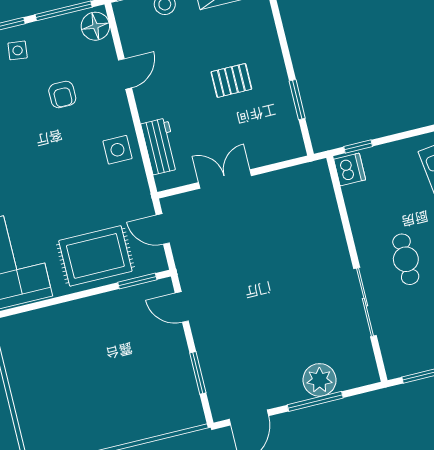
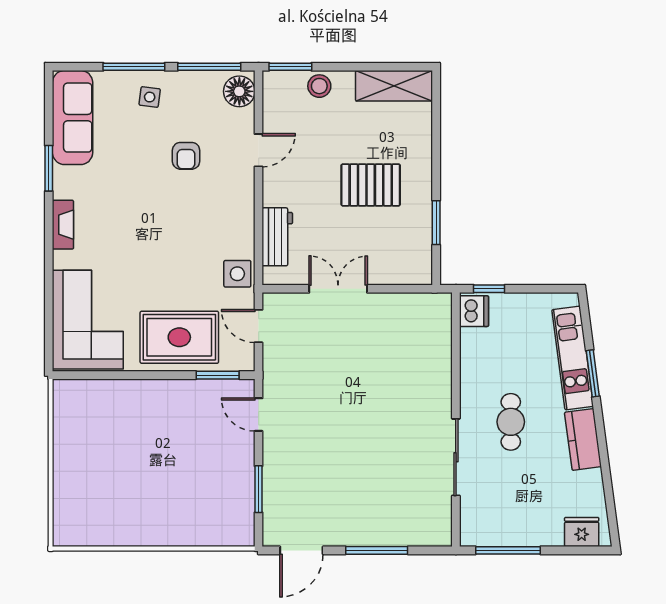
pallet: (231, 80) -> (371, 185), width x1.50, depth x1.42
side table: (117, 150) -> (237, 274), moved
plant: (320, 380) -> (387, 529), removed

